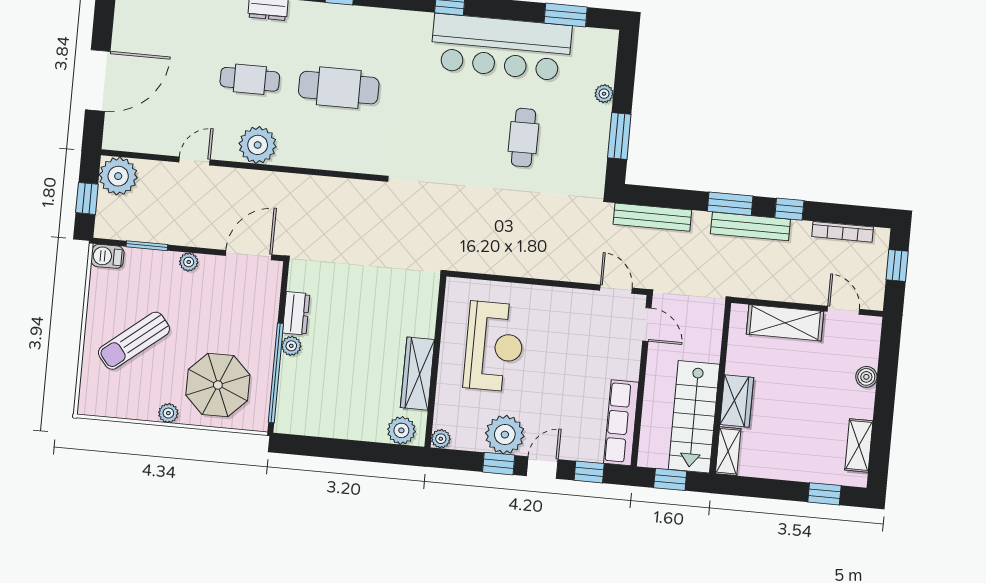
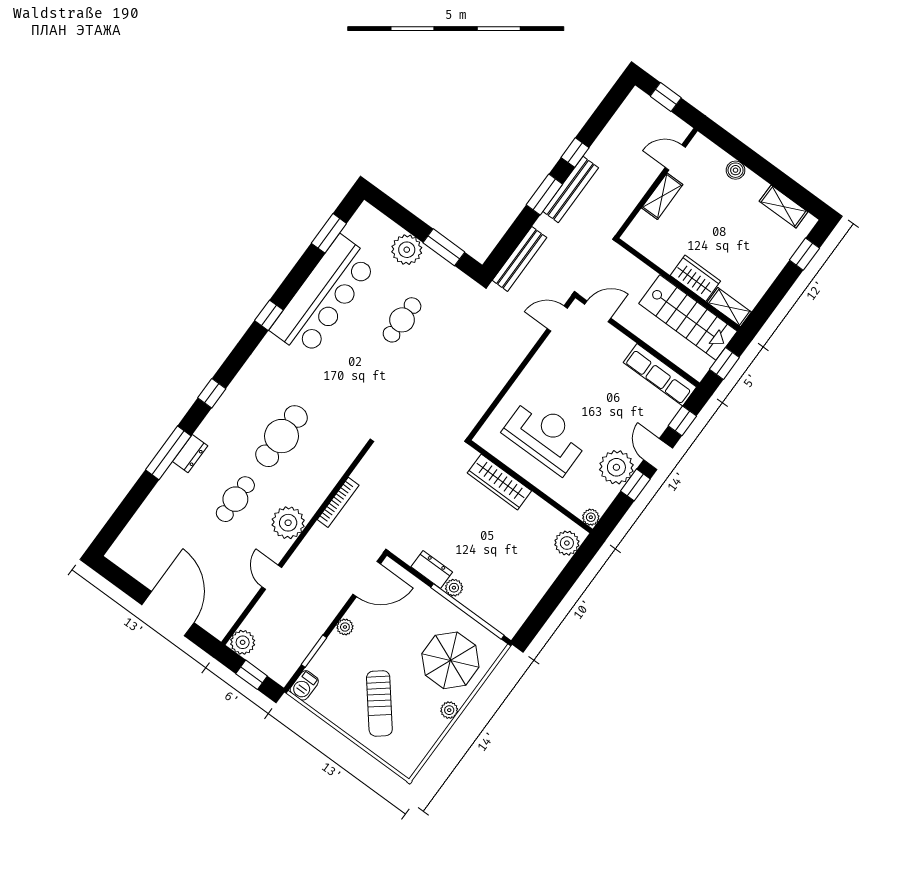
plant: (604, 94) -> (407, 250), width x1.87, depth x1.87
cafe table: (524, 138) -> (402, 320), turned 90
plant: (118, 176) -> (243, 642), width x0.73, depth x0.73
bookcase: (843, 232) -> (338, 502), moved
door: (249, 255) -> (367, 579), swing flipped
shelving: (785, 323) -> (662, 196), width x0.67, depth x0.75
wardrobe: (417, 374) -> (499, 482), moved

